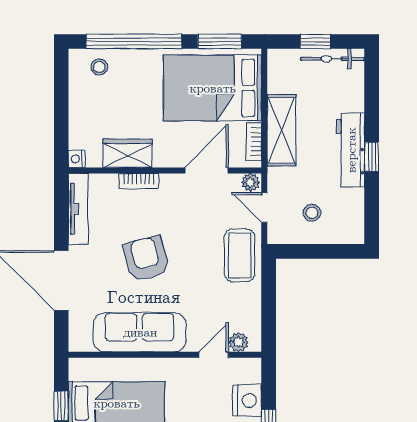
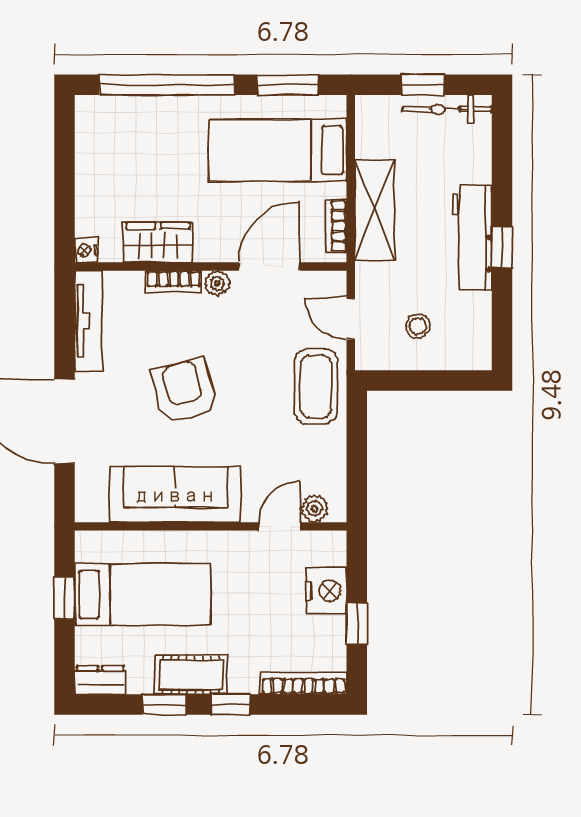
stool: (99, 67) -> (118, 121), removed
bed: (213, 88) -> (278, 150), width x0.67
plant: (250, 182) -> (217, 283), moved

